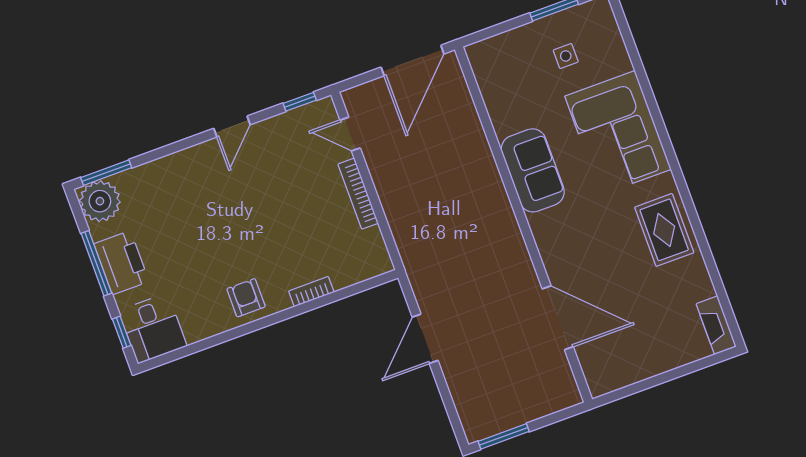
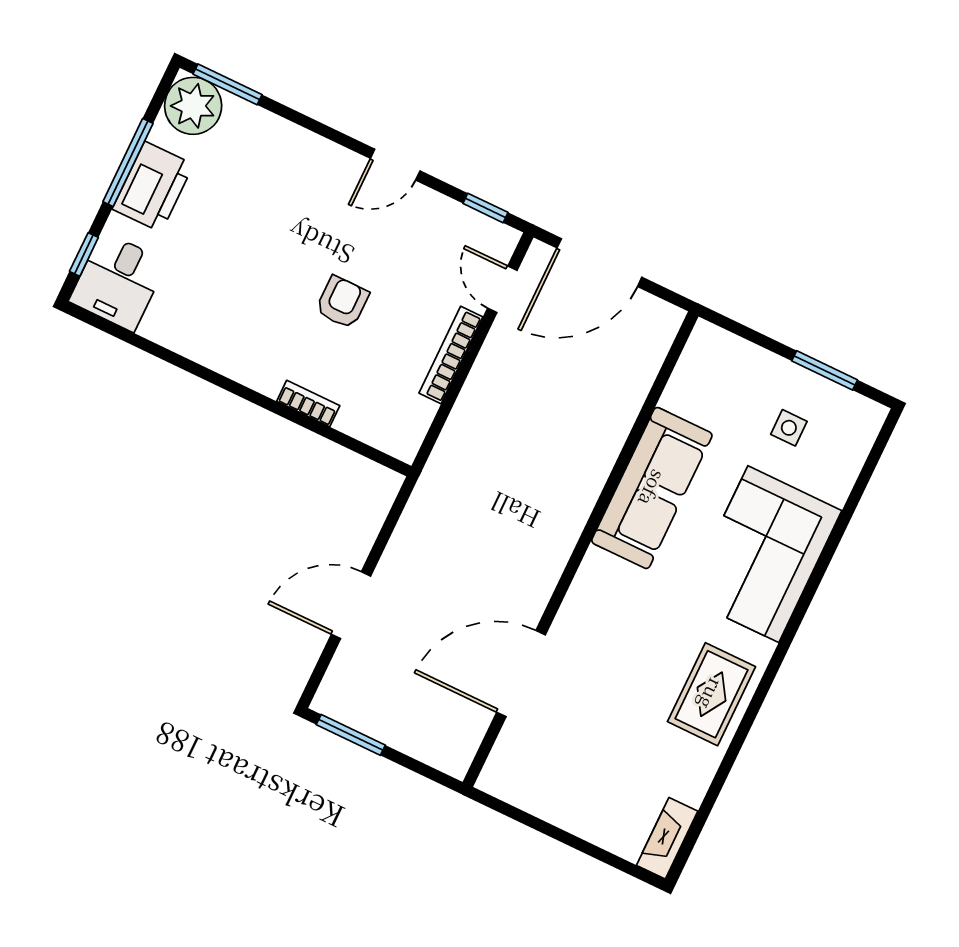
door: (413, 60) -> (599, 263), moved
sofa: (533, 170) -> (652, 488), width x1.36
armchair: (246, 298) -> (342, 302), moved
door: (558, 318) -> (521, 674), swing flipped
door: (425, 339) -> (351, 605), moved

